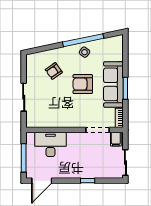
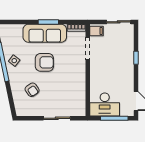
armchair: (83, 84) -> (44, 62), turned -90
desk: (50, 144) -> (105, 105), moved, turned -90

